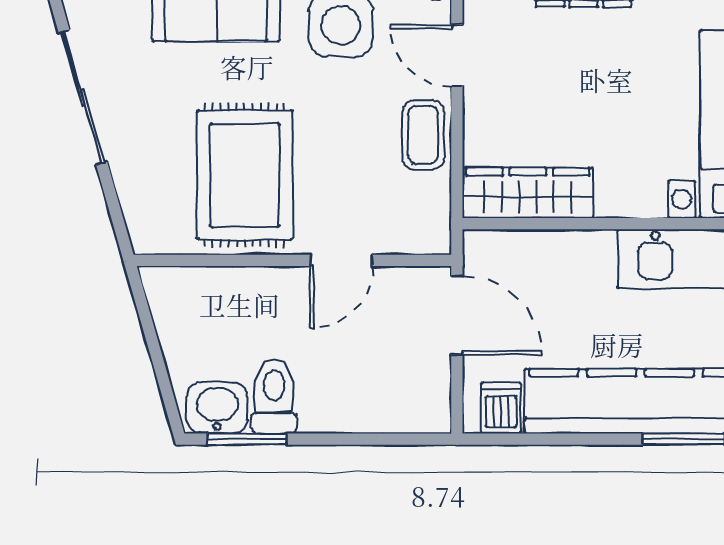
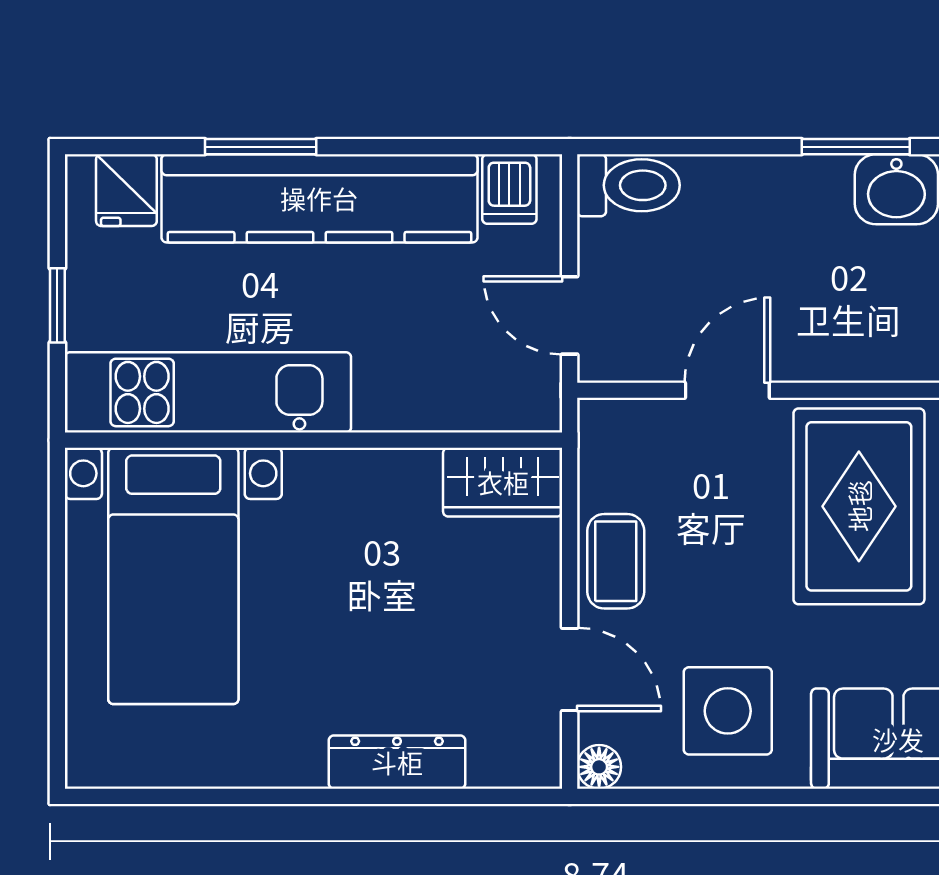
wardrobe: (528, 193) -> (503, 482), width x0.67
door: (457, 315) -> (570, 315), width x0.73
toilet: (274, 396) -> (628, 185), moved, turned -90

